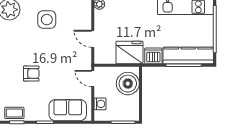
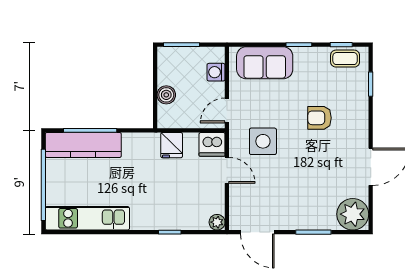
side table: (47, 20) -> (263, 141), moved
fridge: (129, 53) -> (172, 145), width x0.53, depth x0.75
dishwasher: (153, 56) -> (212, 144), moved
door: (93, 78) -> (227, 110), swing flipped
boiler: (128, 84) -> (166, 95), width x0.54, depth x0.54

